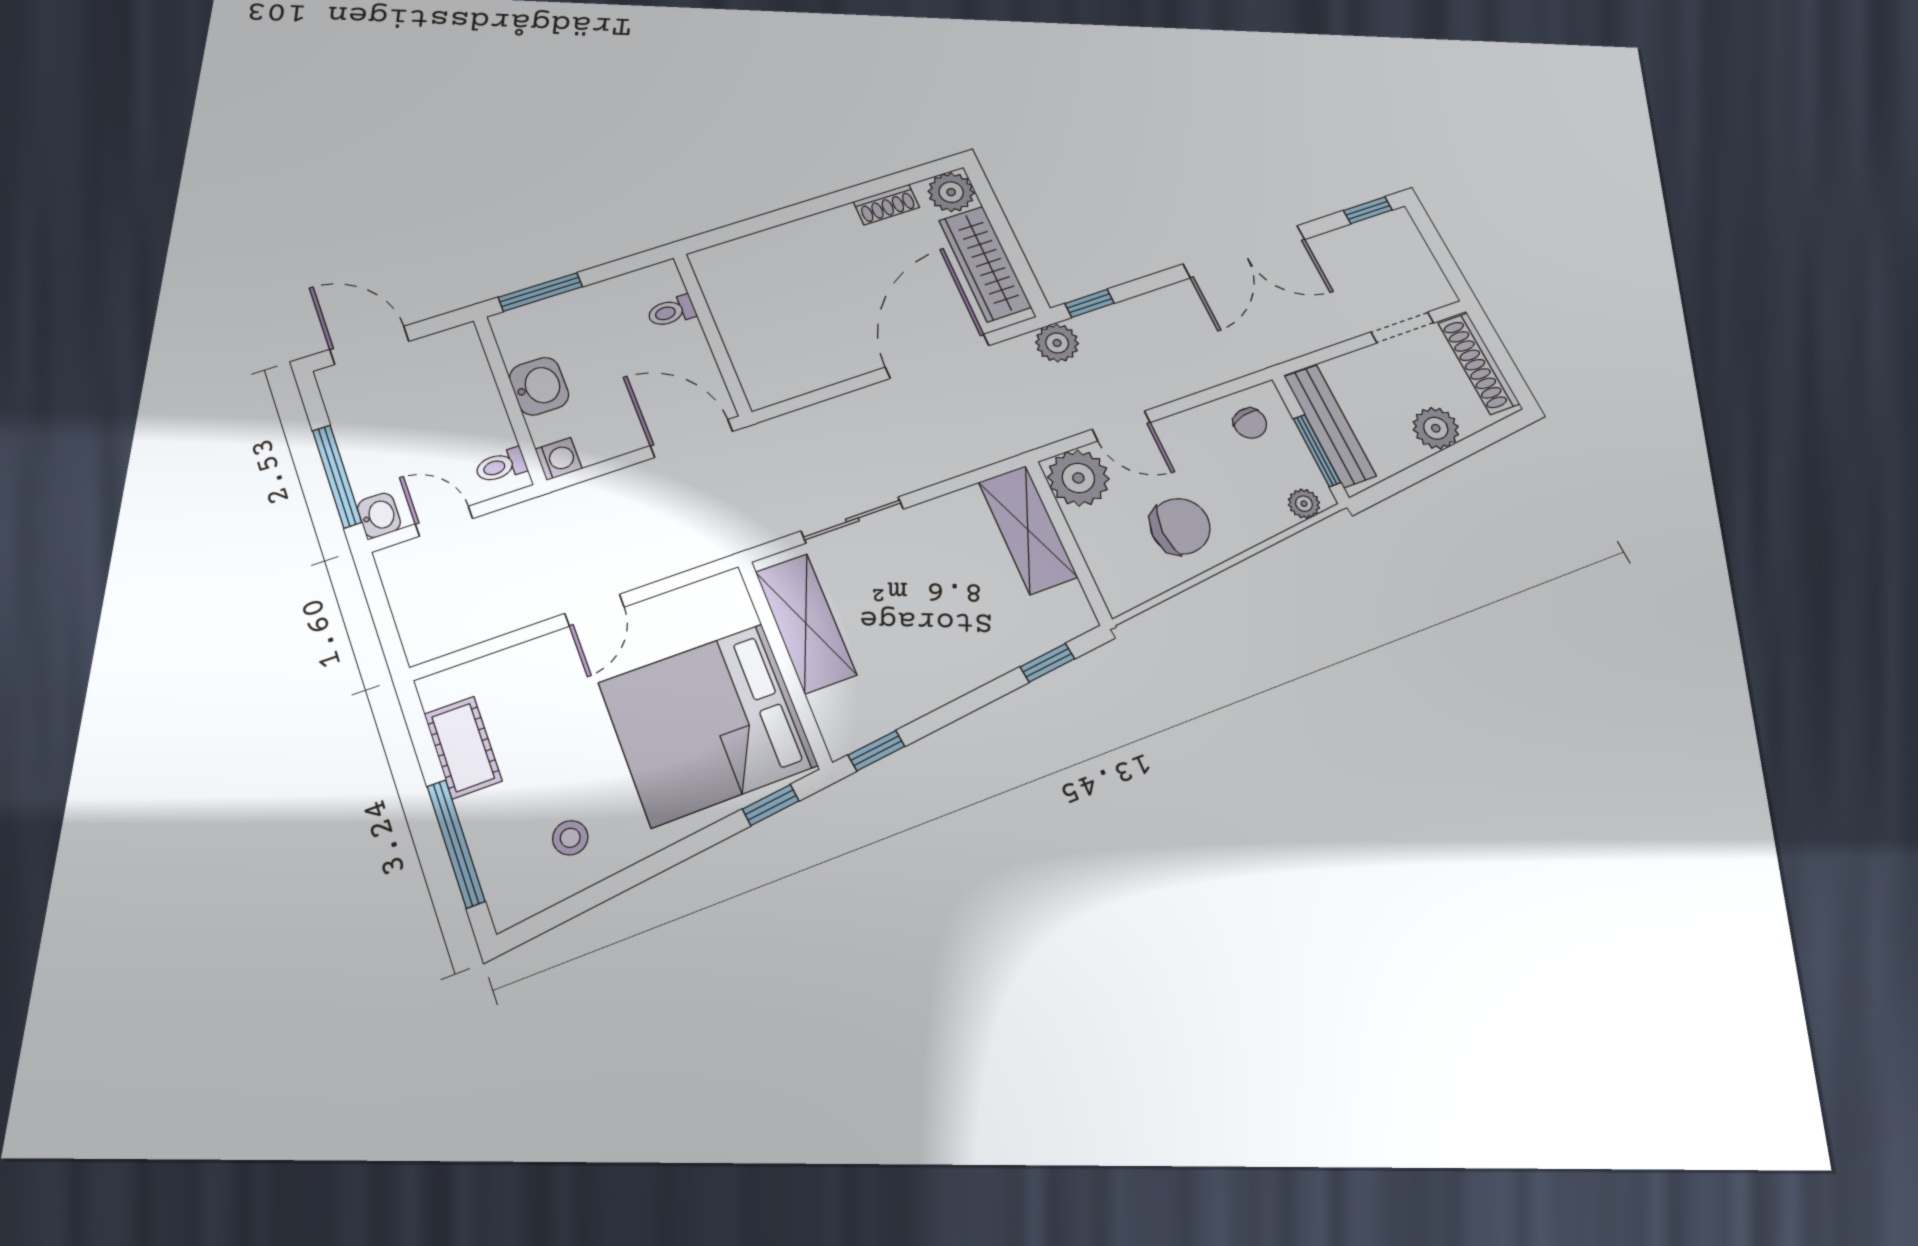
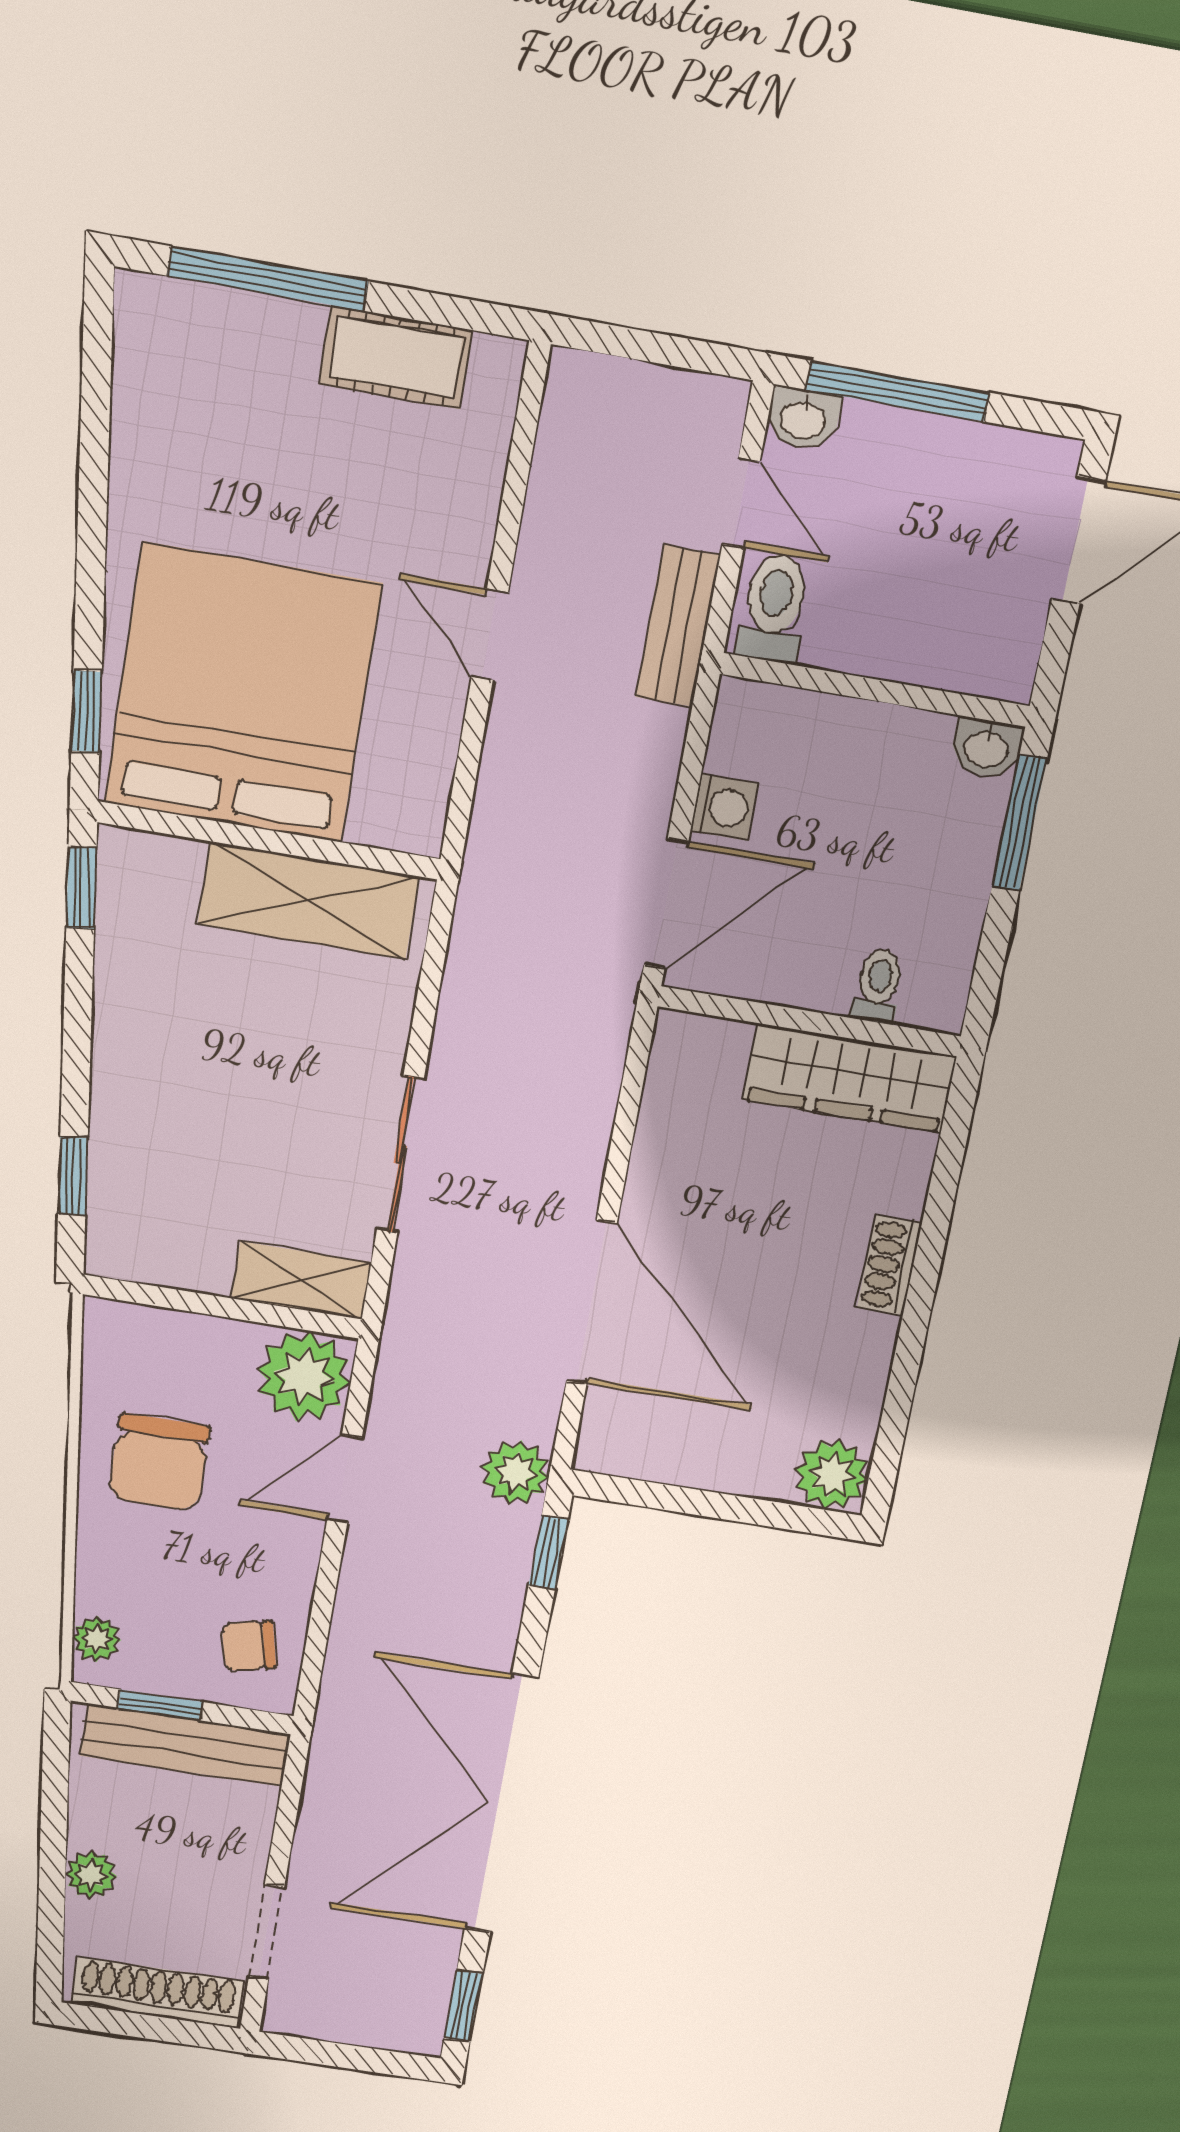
shoe rack: (886, 204) -> (889, 1265), moved
double door: (1244, 252) -> (501, 1804), width x1.36
wardrobe: (985, 264) -> (850, 1078), moved, turned 180
washbasin: (539, 386) -> (986, 748), moved, width x0.72, depth x0.69
plant: (1436, 428) -> (91, 1875), width x0.73, depth x0.73
window: (1317, 451) -> (160, 1705), width x0.67
washing machine: (559, 459) -> (724, 807), moved, turned -90
toilet: (501, 466) -> (774, 608), width x1.37, depth x1.39
bench: (532, 516) -> (678, 626), added
sliding door: (852, 520) -> (400, 1155), moved
door: (444, 521) -> (741, 503), hinge flipped
shelving: (1028, 529) -> (301, 1280), width x0.67, depth x0.75
stool: (570, 838) -> (190, 431), removed

